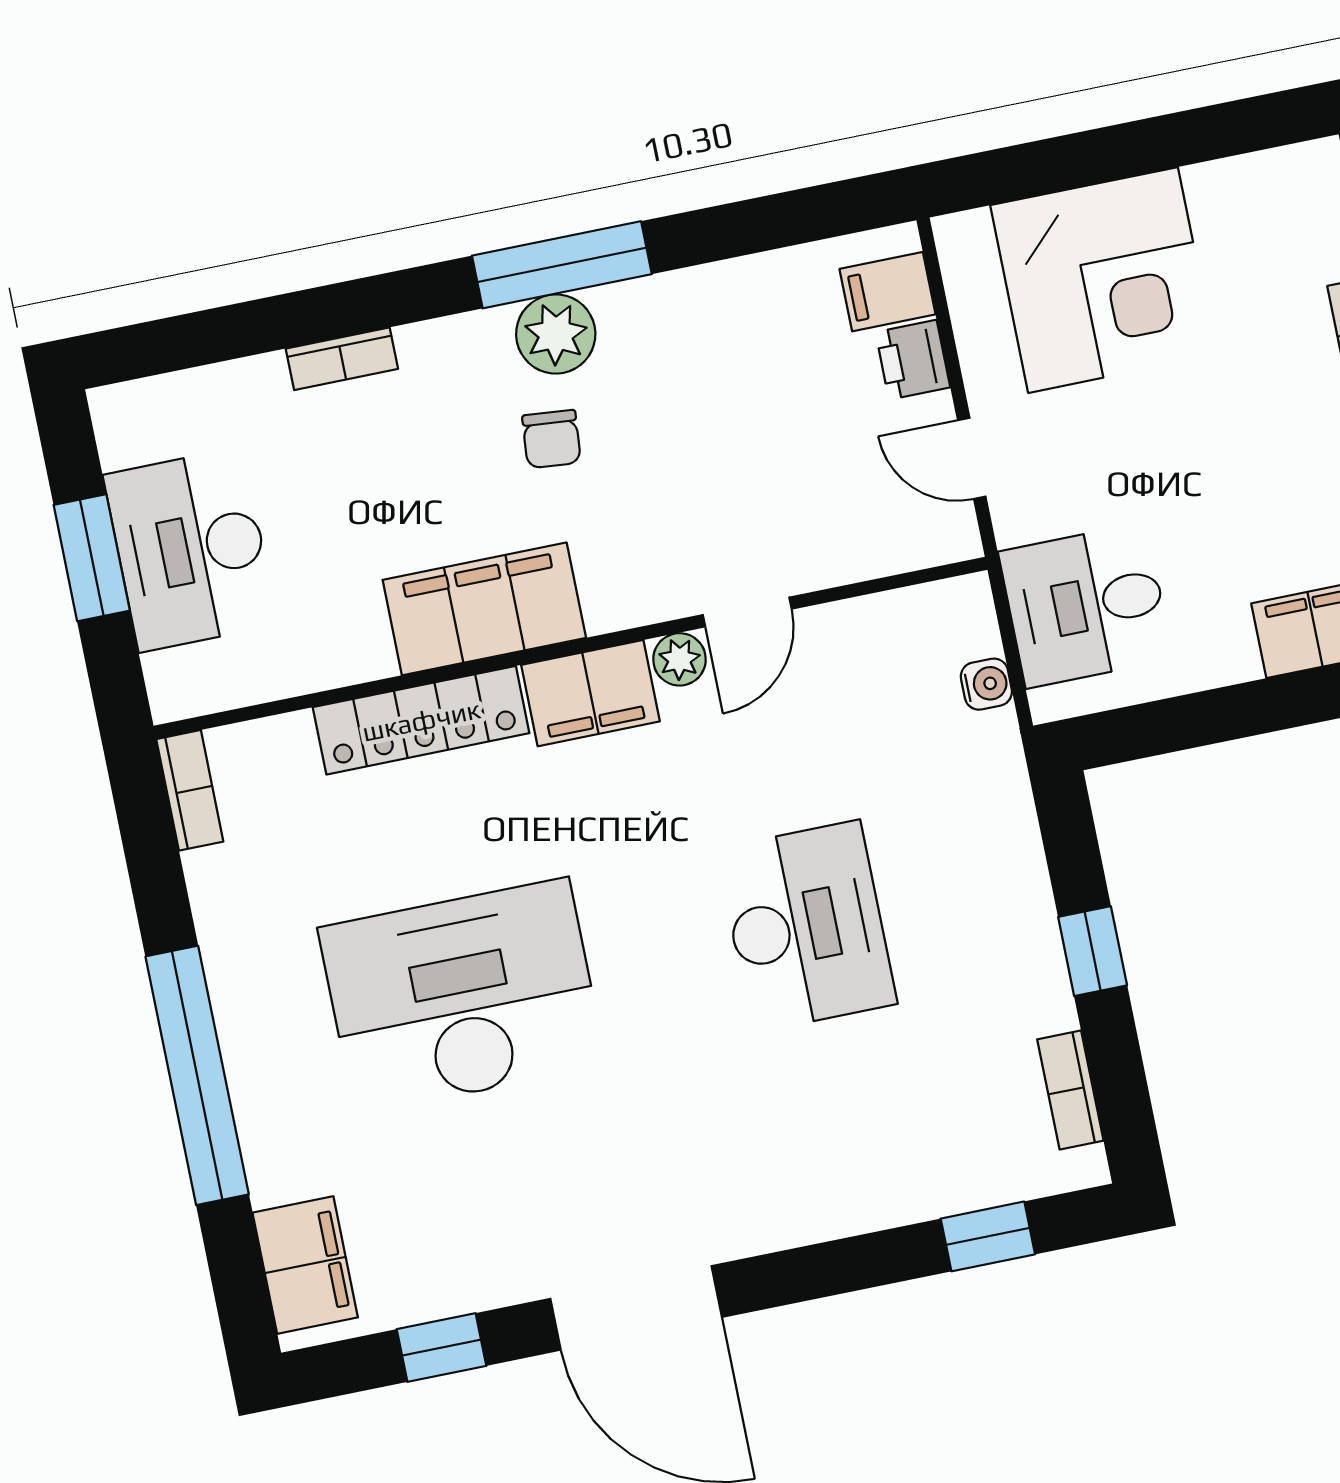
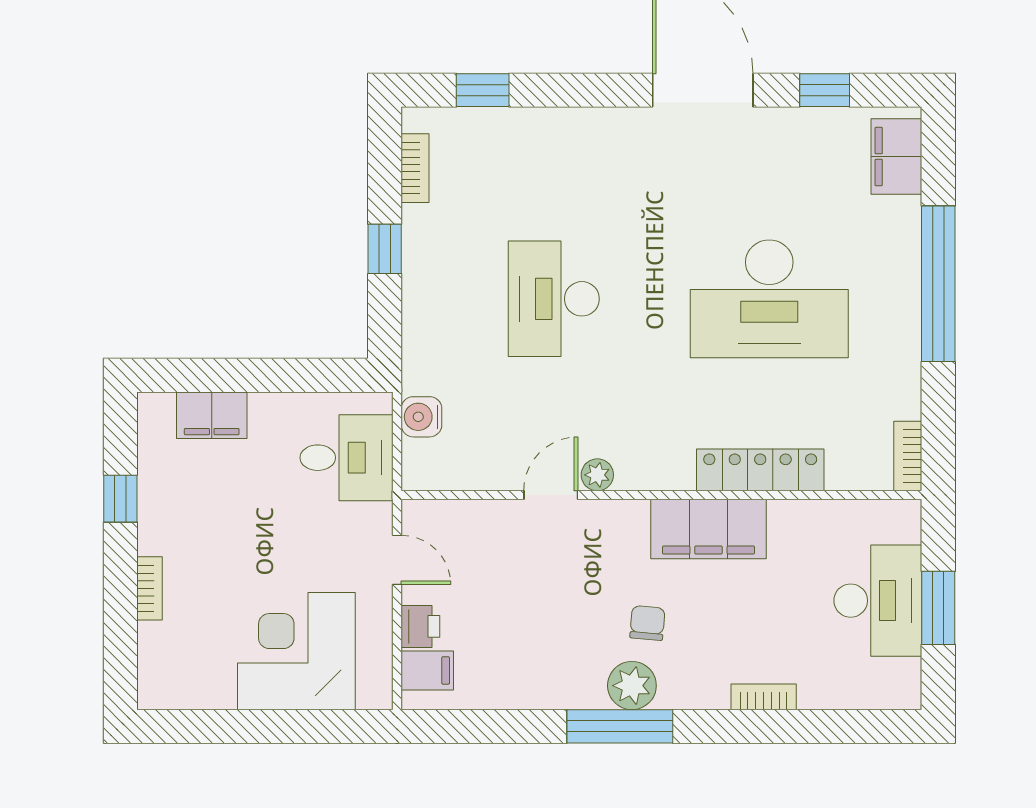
water cooler: (986, 684) -> (421, 417), width x1.38, depth x1.38
filing cabinet: (590, 693) -> (655, 465), removed

